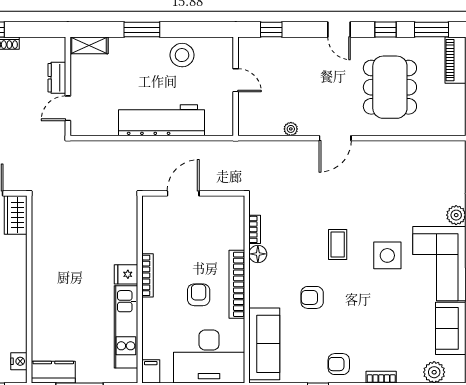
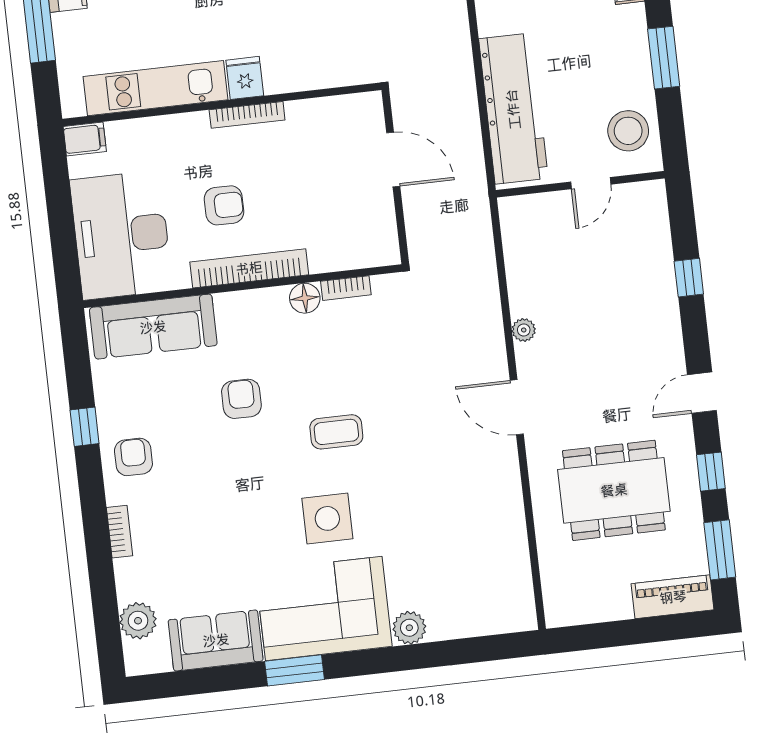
door: (236, 80) -> (591, 183), moved
wall: (236, 86) -> (580, 184), moved

